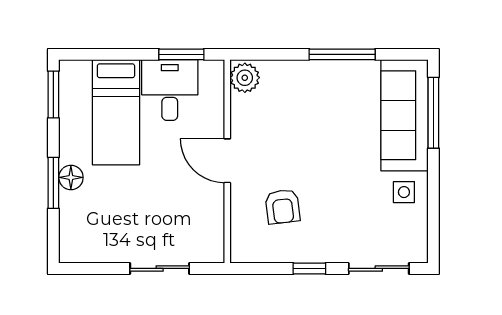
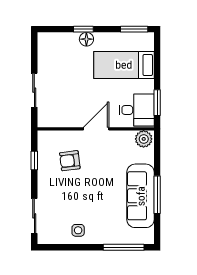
desk: (170, 90) -> (137, 110), moved
sofa: (404, 115) -> (141, 196), moved, turned -90
window: (53, 183) -> (83, 29), width x0.67
window: (309, 268) -> (34, 160), moved

